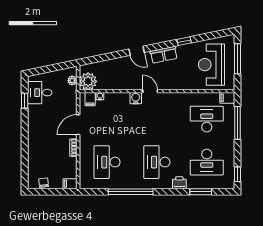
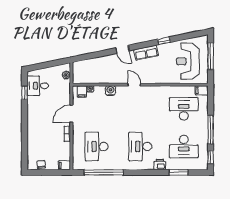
plant: (88, 81) -> (80, 76), removed
water cooler: (136, 98) -> (110, 91), moved
window: (237, 123) -> (211, 129), moved
window: (131, 192) -> (104, 172), moved

